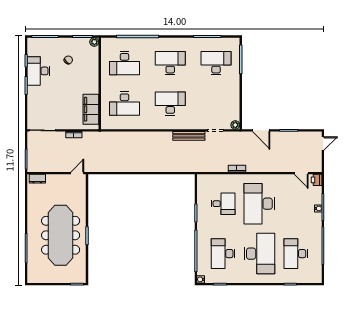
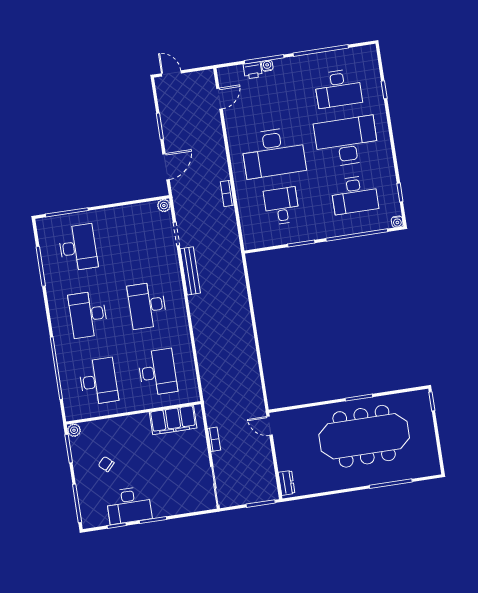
desk: (216, 63) -> (78, 248), turned 180
printer: (317, 180) -> (253, 70), moved

